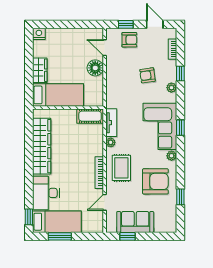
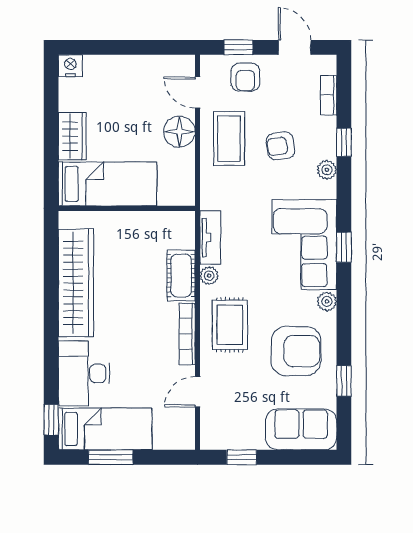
armchair: (129, 40) -> (245, 77), turned 90
coffee table: (121, 71) -> (229, 138), added
cot: (90, 116) -> (181, 276), moved, turned 90
sofa: (135, 222) -> (301, 429), moved

